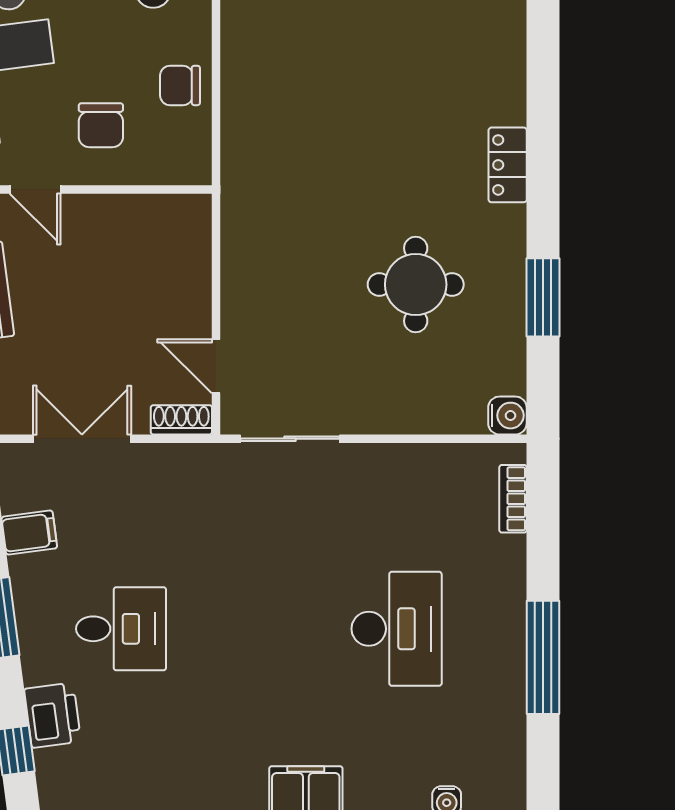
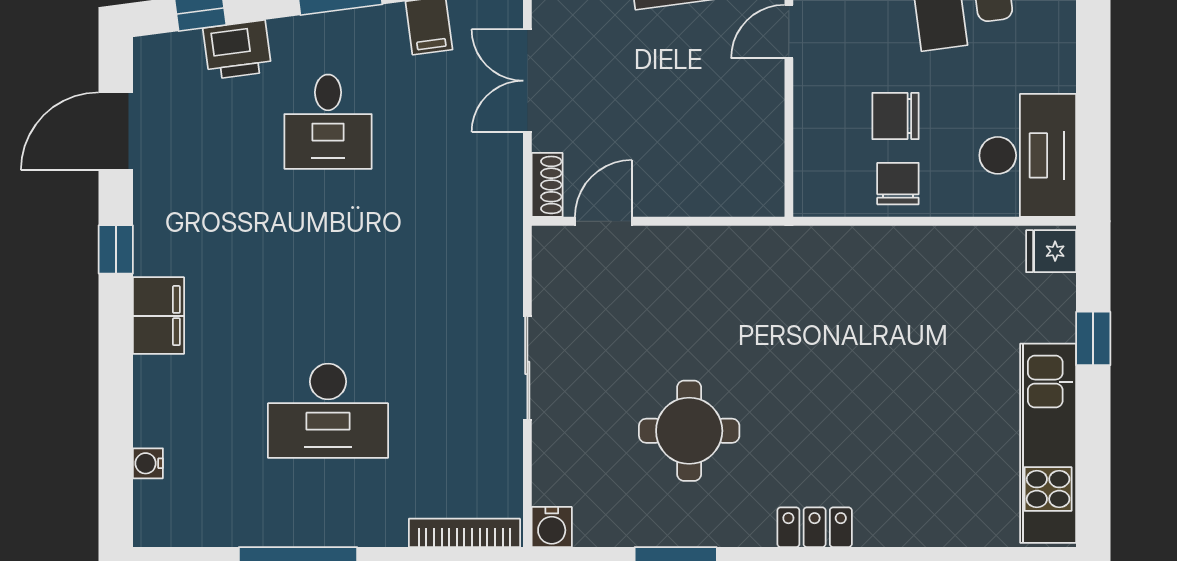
chair: (101, 125) -> (895, 116), moved
double door: (82, 439) -> (527, 81), swing flipped
sliding door: (290, 439) -> (527, 368), moved
bookcase: (513, 499) -> (464, 533), width x1.56

